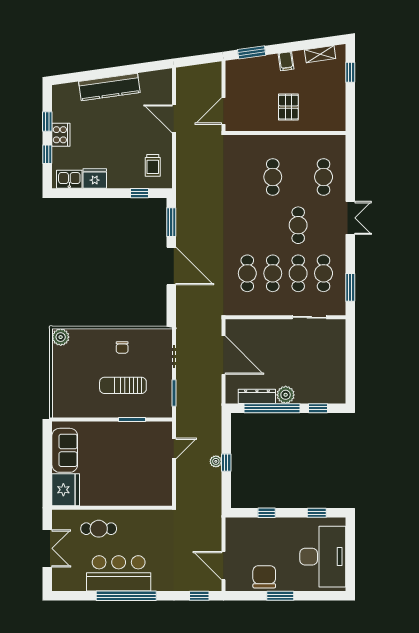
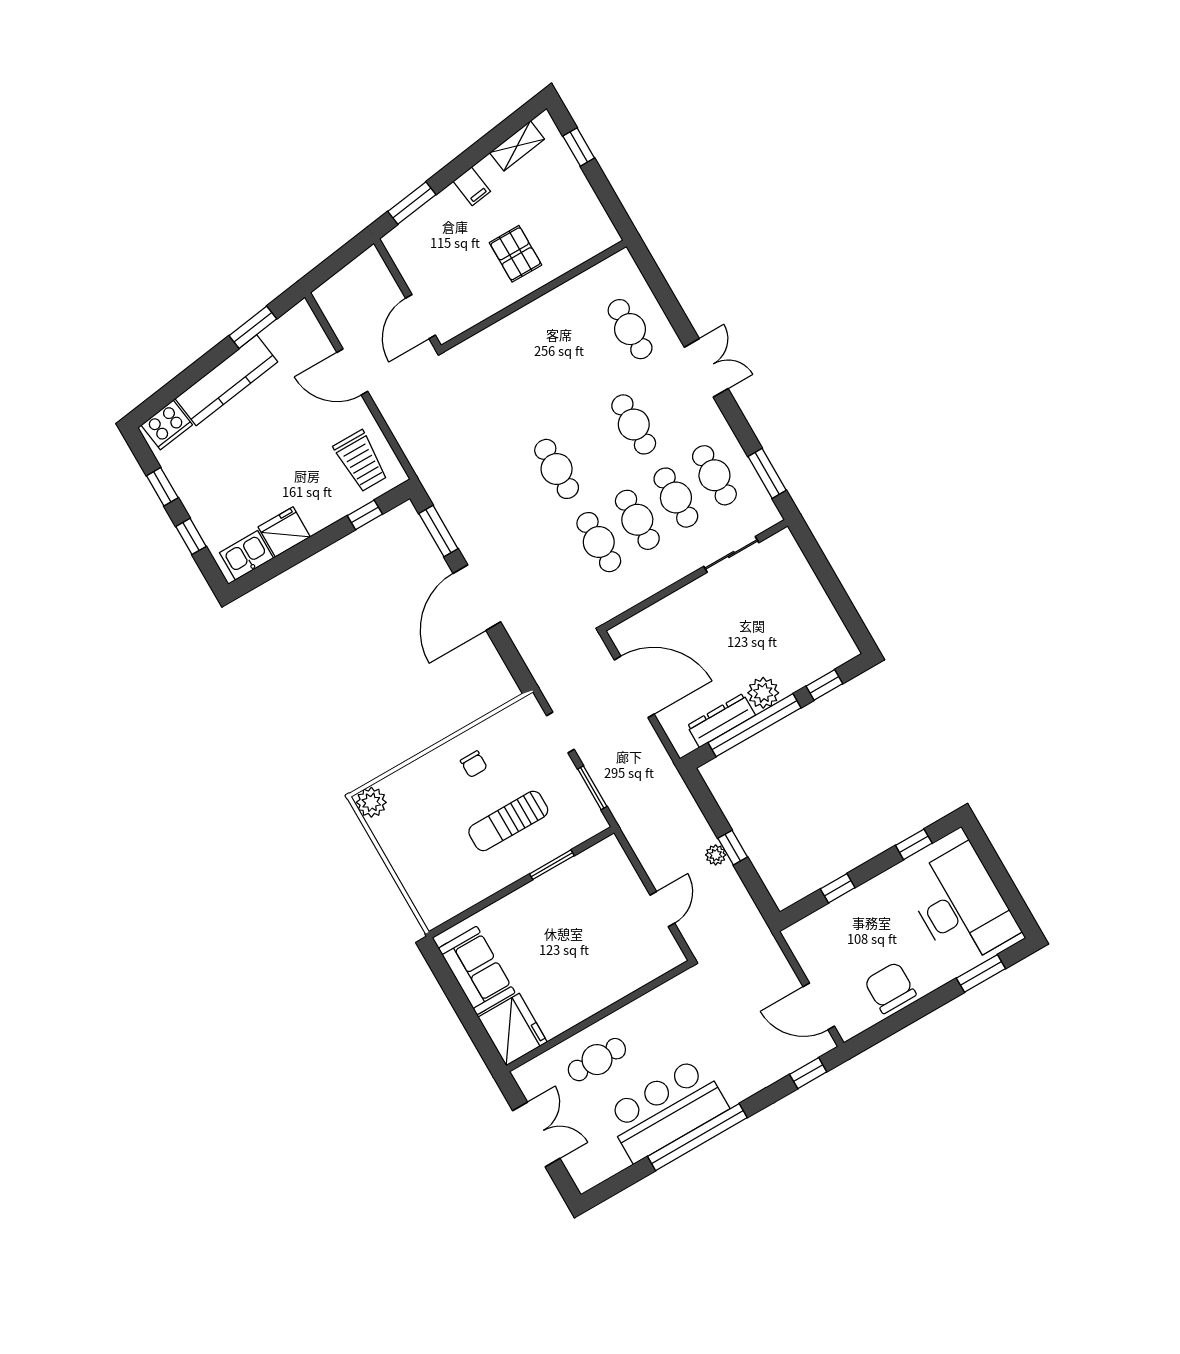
window: (138, 68) -> (253, 327), added
cooker: (61, 135) -> (167, 425), moved, turned 82
trolley: (153, 165) -> (361, 461), width x1.36, depth x1.39
cafe table: (273, 177) -> (557, 469), moved
door: (171, 266) -> (477, 598), swing flipped
door: (174, 448) -> (662, 909), moved
window: (280, 596) -> (981, 973), moved

